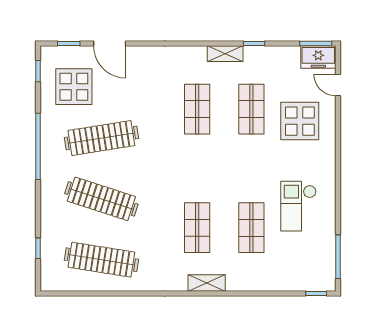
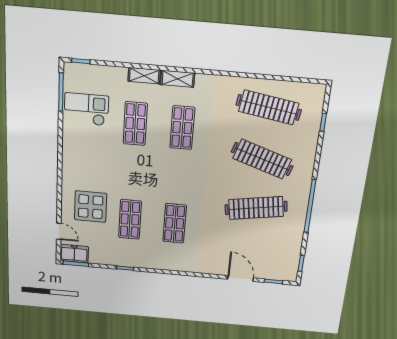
shelving: (225, 54) -> (144, 76), moved
display table: (74, 87) -> (274, 249), removed
checkout: (298, 206) -> (86, 109), moved, turned -90

